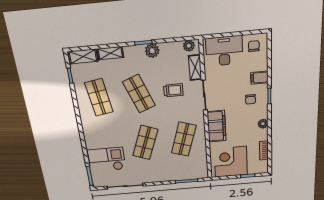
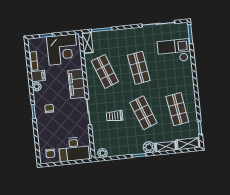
plant: (152, 51) -> (149, 147), moved
shelving: (195, 68) -> (87, 43), moved
filing cabinet: (259, 78) -> (38, 76), moved
shop shelf: (184, 139) -> (105, 71), turned -39
shop shelf: (145, 143) -> (139, 68), turned -30
checkout: (107, 159) -> (174, 51), turned 180

